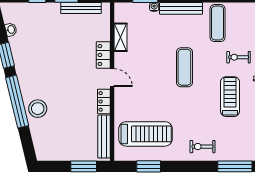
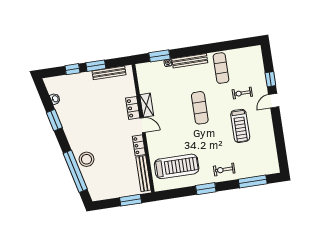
shelving: (121, 37) -> (147, 105), moved
treadmill: (230, 97) -> (240, 126), turned 180
window: (17, 102) -> (75, 171), moved
window: (149, 166) -> (206, 189), moved

